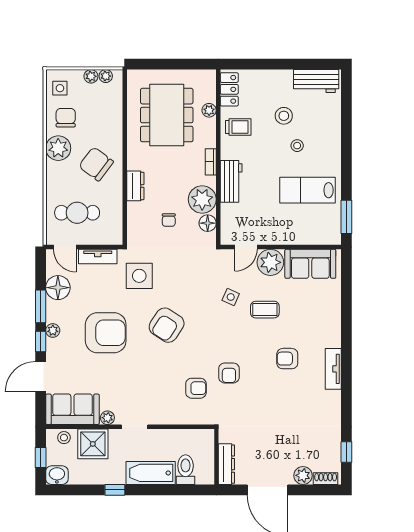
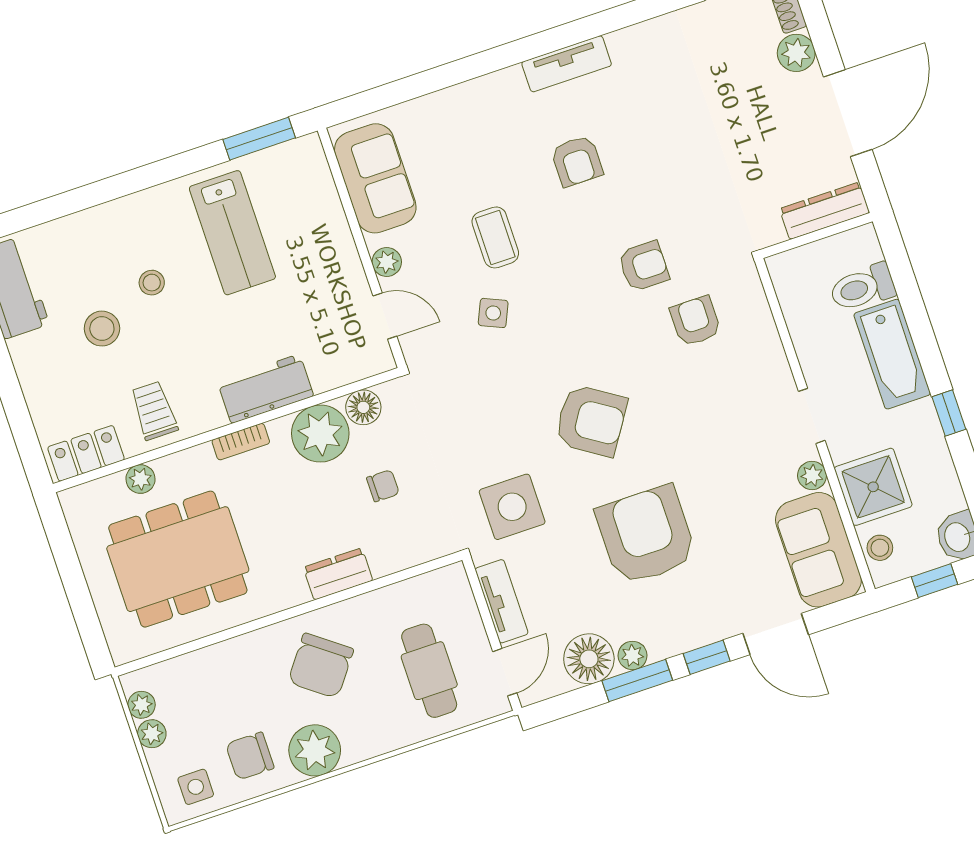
plant: (270, 262) -> (387, 262), width x0.53, depth x0.53
plant: (53, 330) -> (633, 655), moved

